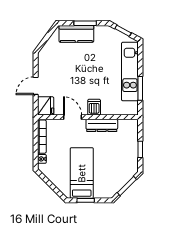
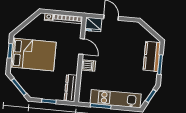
door: (73, 117) -> (82, 46), hinge flipped
dresser: (102, 125) -> (71, 88), moved
bed: (82, 173) -> (33, 55), width x1.50

